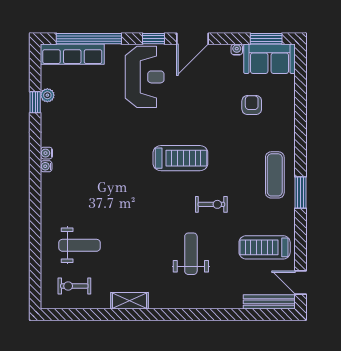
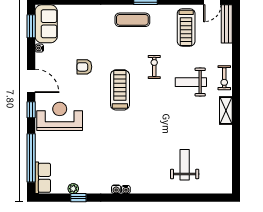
row of seats: (72, 54) -> (43, 178), width x0.68
armchair: (252, 105) -> (84, 67), moved
exercise bike: (74, 286) -> (224, 78), moved
shelving: (129, 301) -> (226, 111), moved

